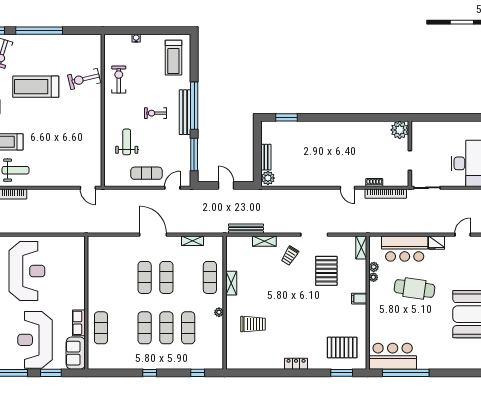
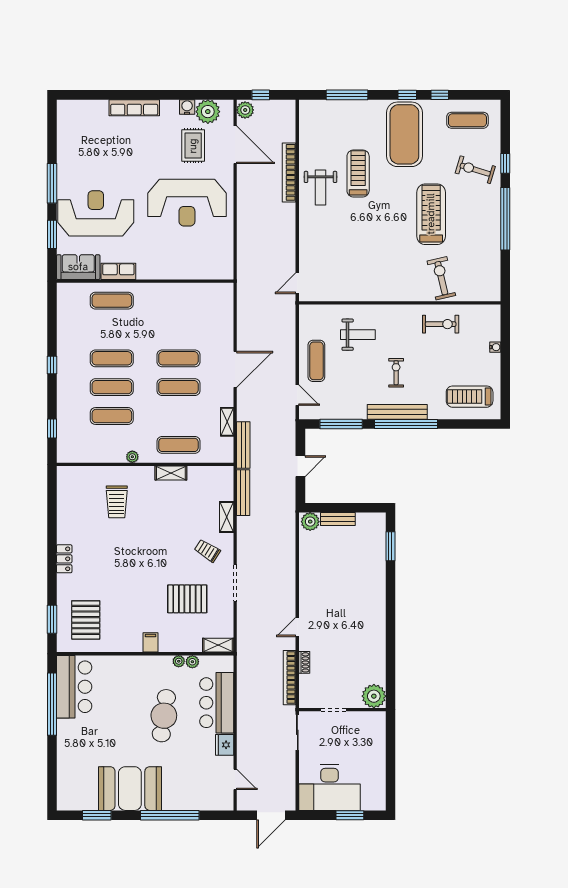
bench: (210, 229) -> (243, 445), added

